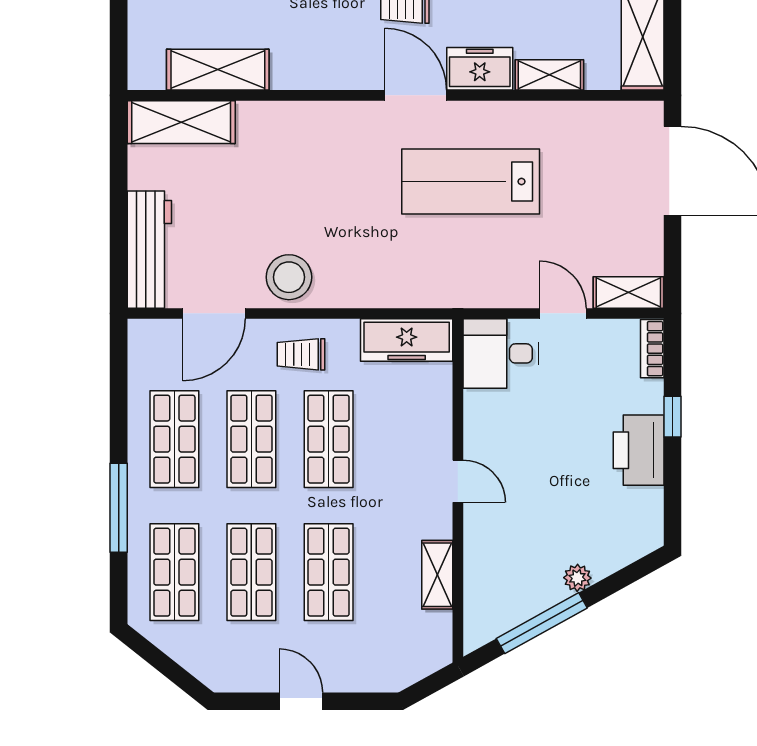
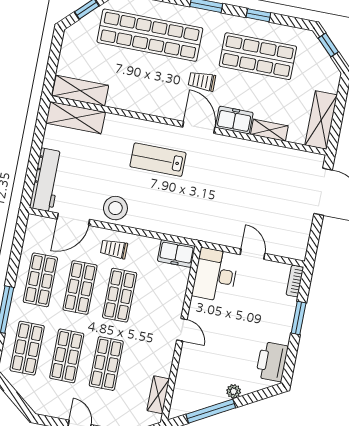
shelving: (218, 70) -> (80, 91), moved
lab bench: (471, 181) -> (158, 160), moved, width x0.73, depth x0.72
shelving: (628, 292) -> (288, 250), removed
freezer: (407, 340) -> (176, 253), width x0.71
desk: (501, 353) -> (215, 275), width x1.37
window: (673, 417) -> (299, 318), width x1.50
printer: (639, 450) -> (272, 362), moved
shelving: (437, 575) -> (158, 395), moved

